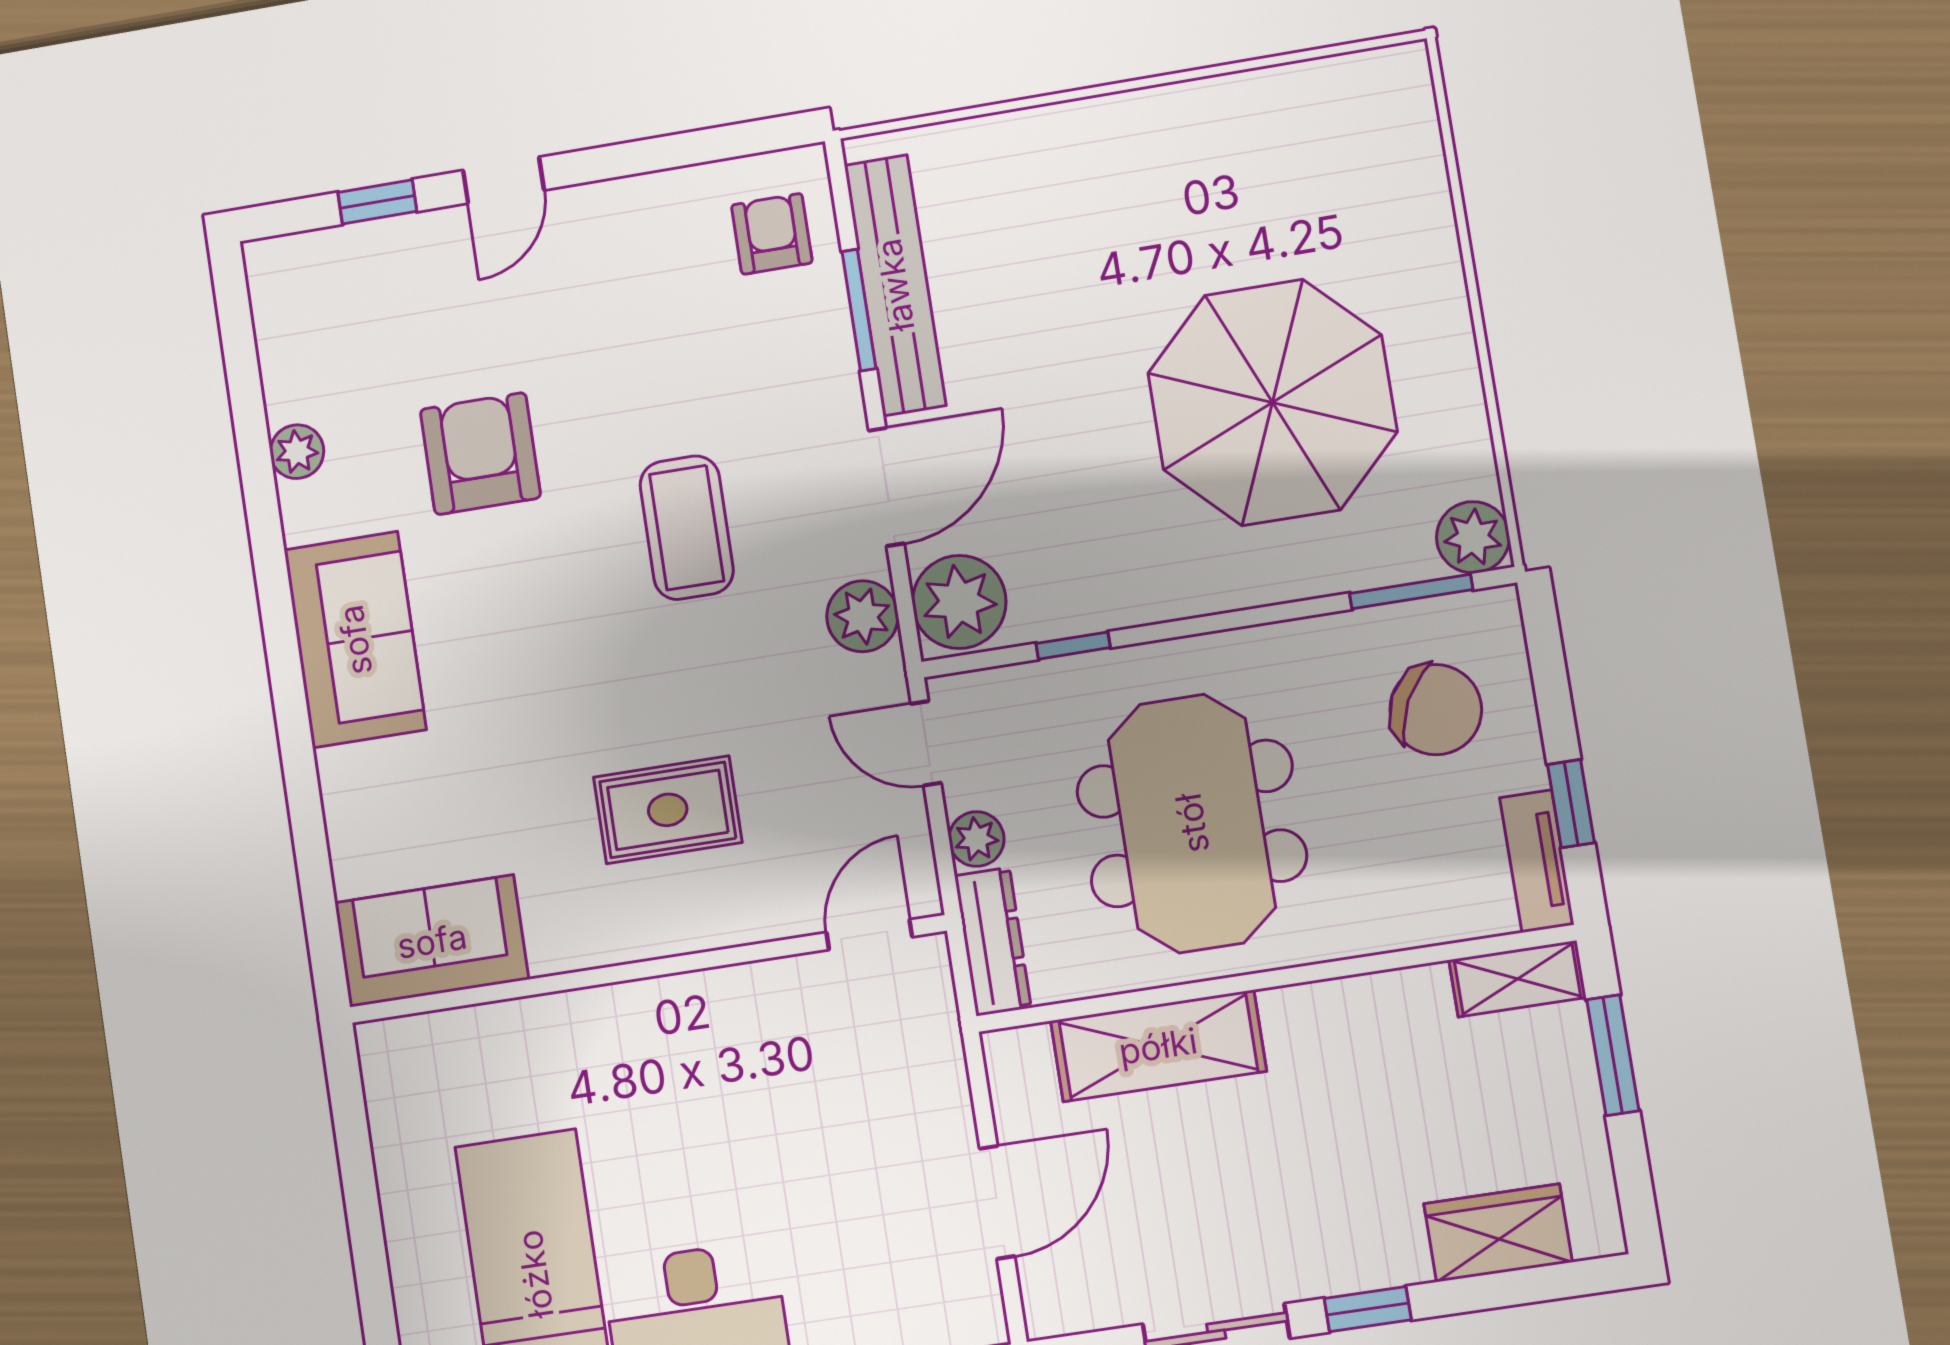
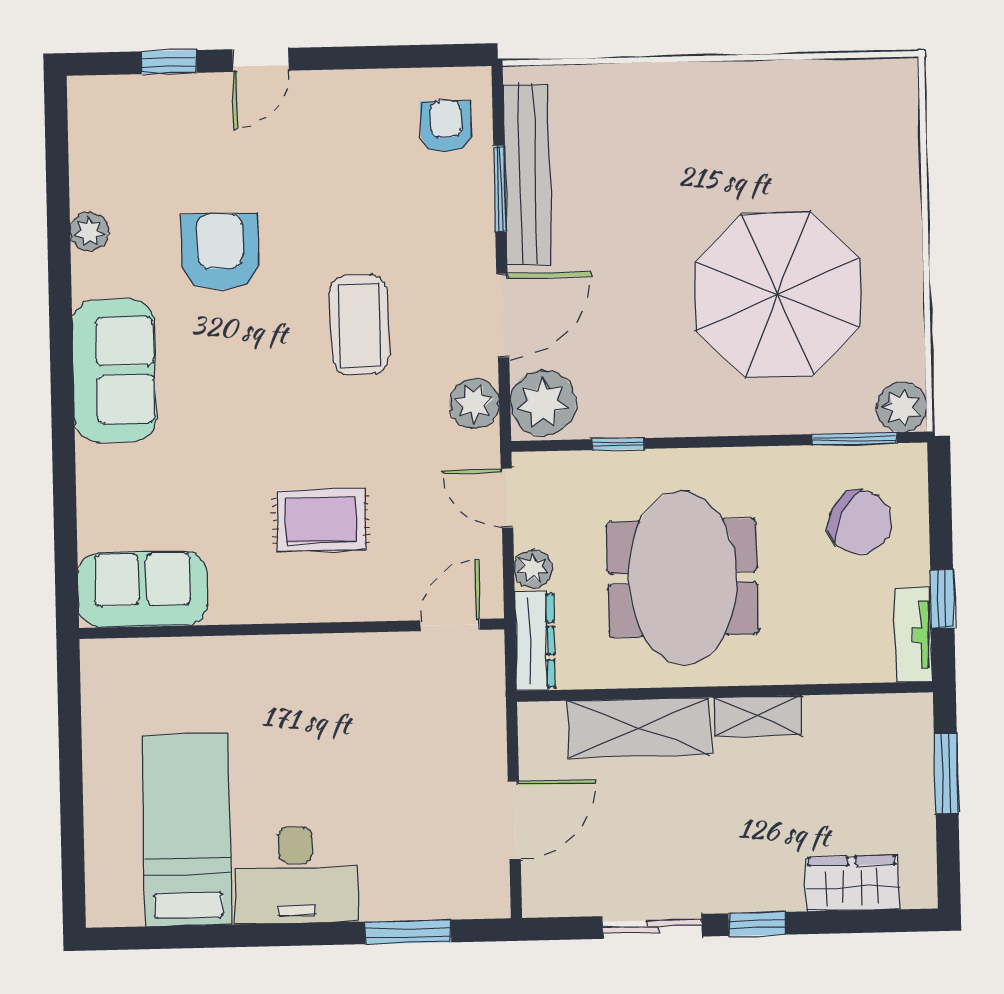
shelving: (1517, 979) -> (758, 716), moved

